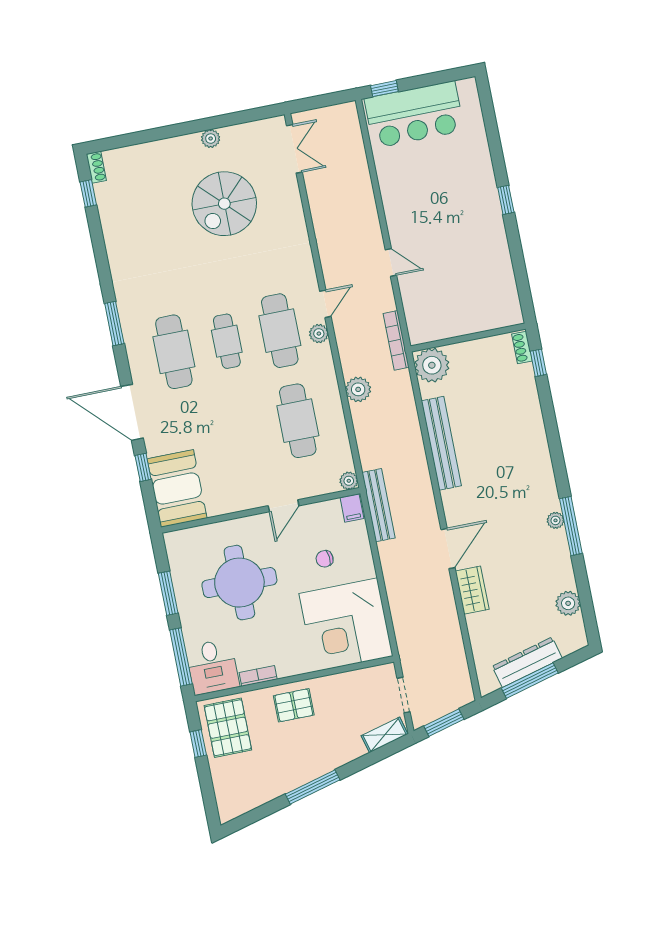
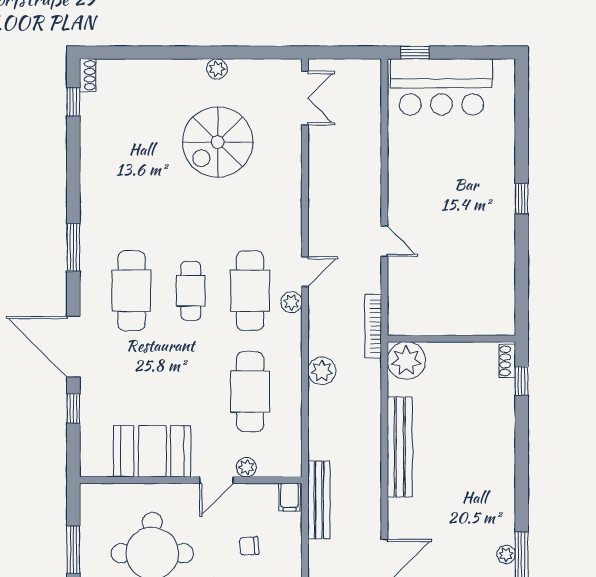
plant: (349, 481) -> (246, 467), moved
booth: (177, 489) -> (152, 451), moved, turned 90

